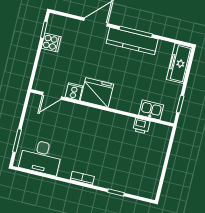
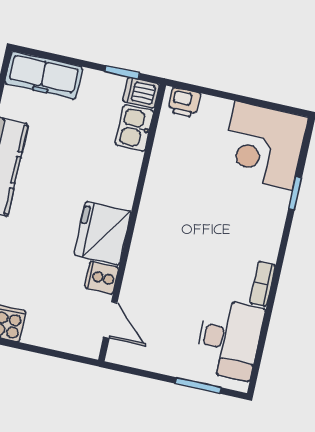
dishwasher: (169, 114) -> (141, 93), added
printer: (141, 126) -> (184, 103), moved, turned 90
corner desk: (141, 177) -> (264, 146), added
bookcase: (82, 178) -> (263, 284), moved

